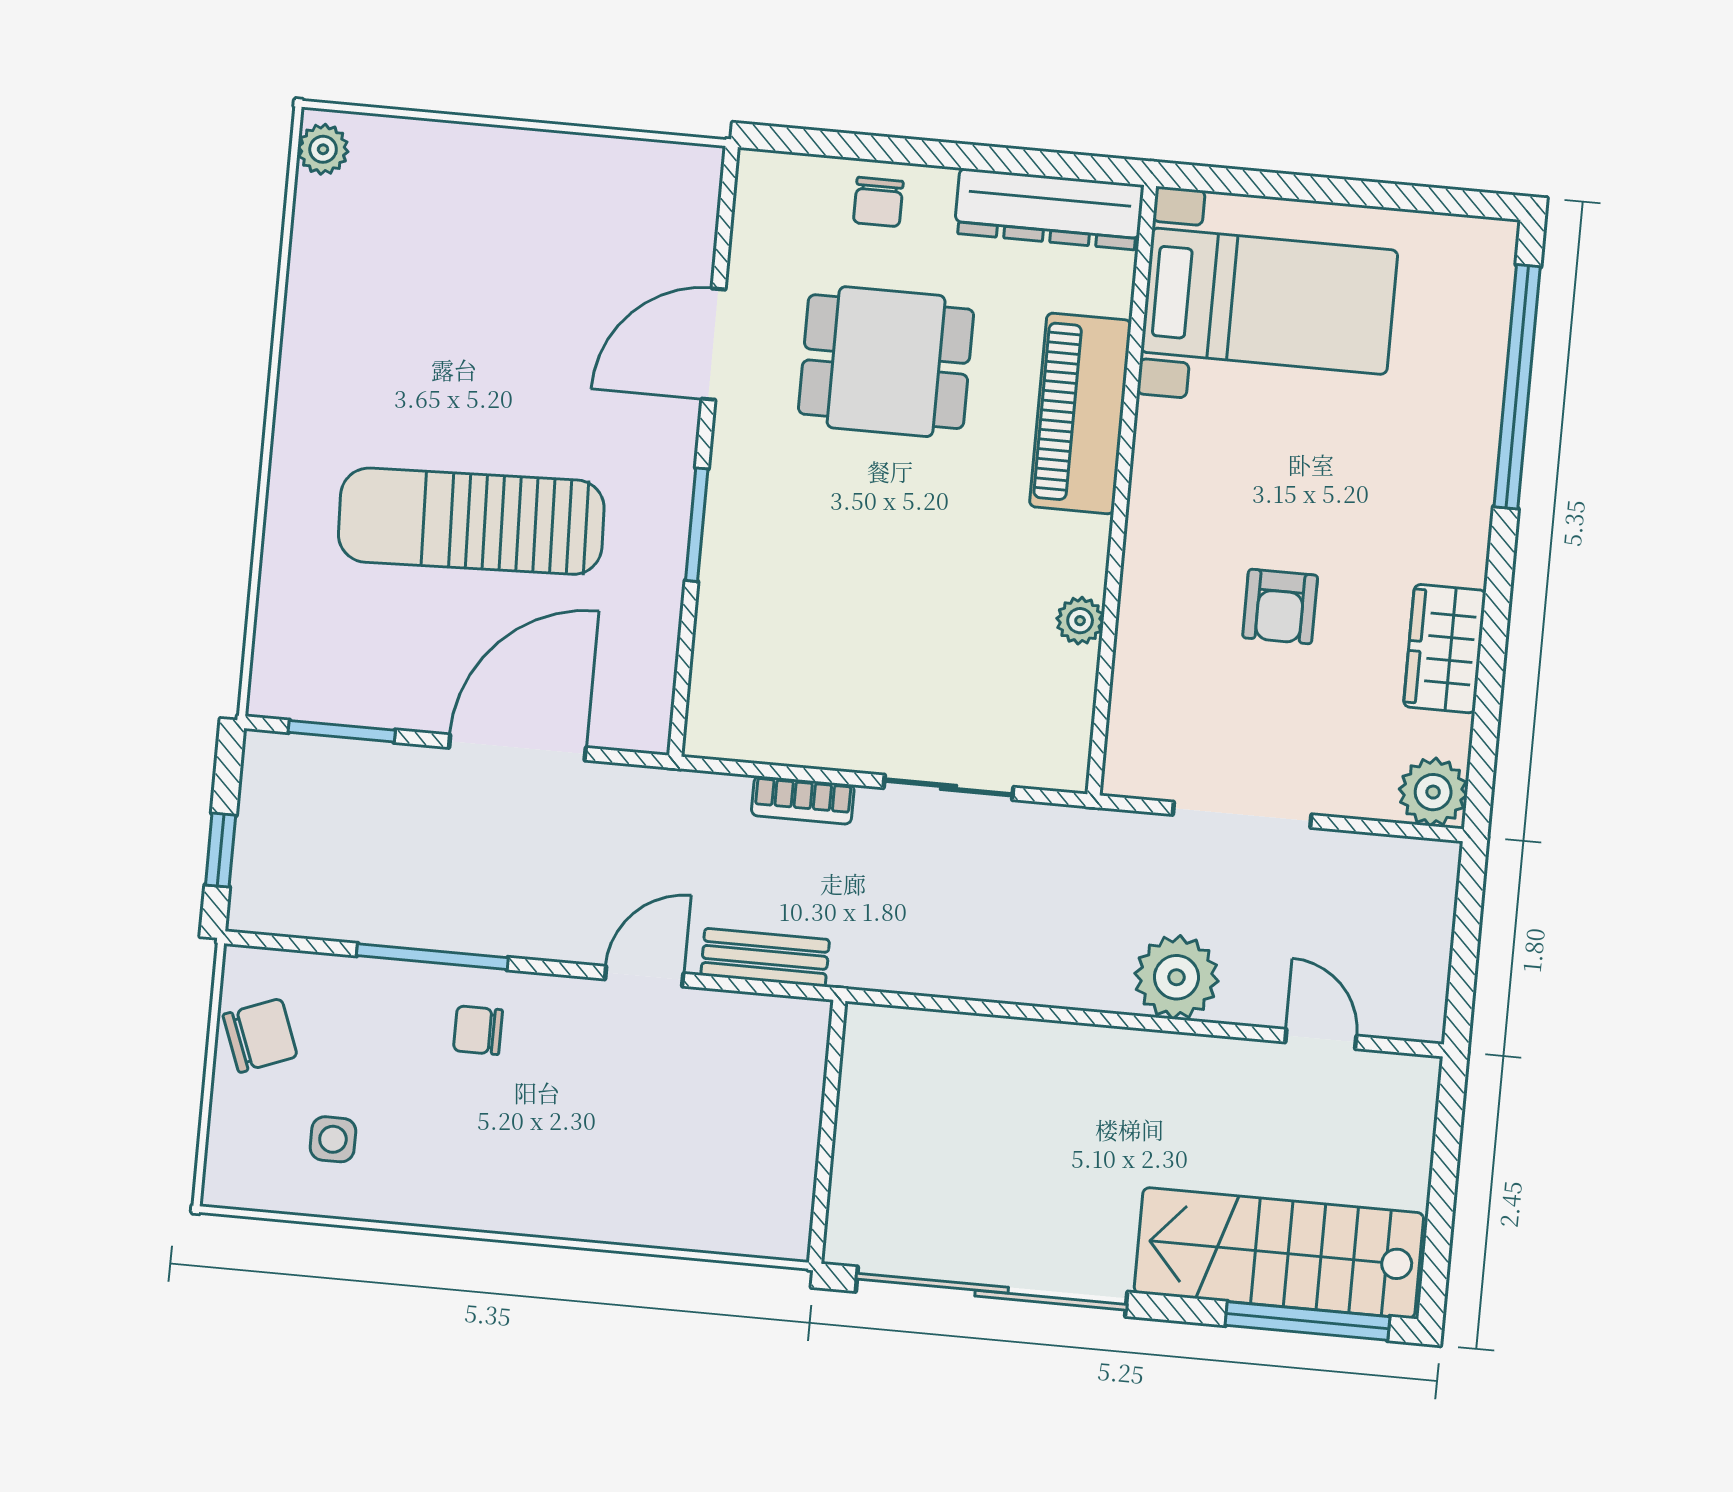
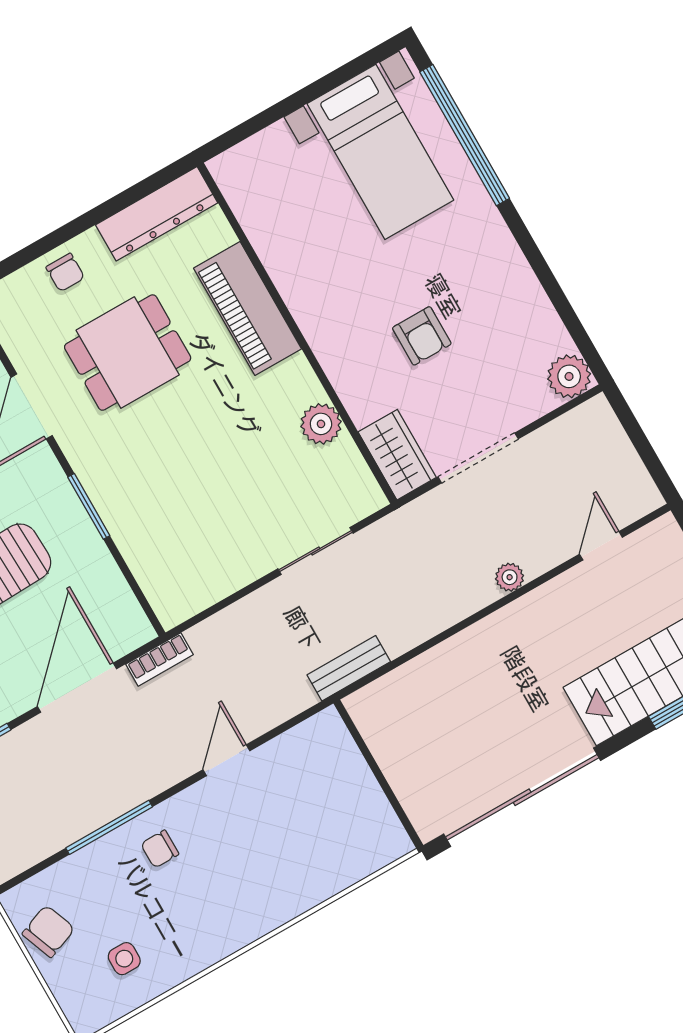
bed with nightstands: (1269, 301) -> (380, 152), moved, turned 90
plant: (1080, 621) -> (321, 424), width x1.38, depth x1.38
wardrobe: (1445, 649) -> (397, 455), moved, turned 180
bookcase: (803, 800) -> (160, 659), moved
bench: (765, 957) -> (349, 668), moved
plant: (1176, 977) -> (510, 577), width x0.53, depth x0.53
door: (1321, 1039) -> (601, 546), hinge flipped

